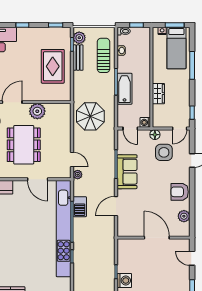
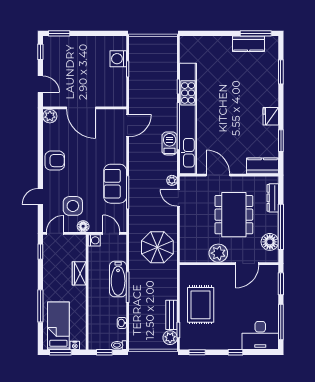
sun lounger: (104, 55) -> (142, 317), removed
door: (116, 206) -> (128, 126), moved
plant: (184, 216) -> (50, 116), moved

